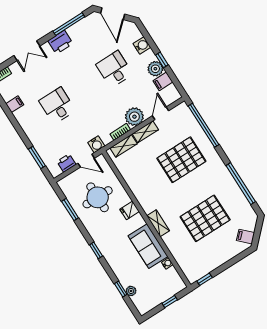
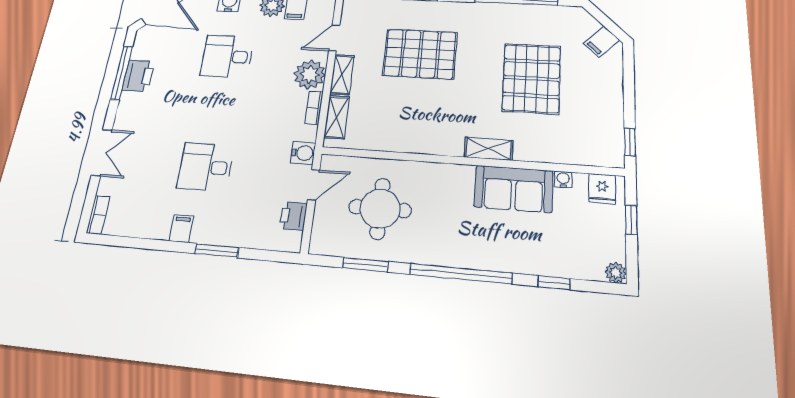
printer: (60, 42) -> (138, 76), moved
filing cabinet: (15, 104) -> (181, 229), moved
door: (161, 113) -> (334, 38), hinge flipped
window: (37, 157) -> (217, 251), moved
pallet: (181, 160) -> (420, 54), turned 90
fridge: (130, 210) -> (602, 189), moved
window: (96, 250) -> (461, 274), width x3.17
plant: (131, 291) -> (616, 273), moved

